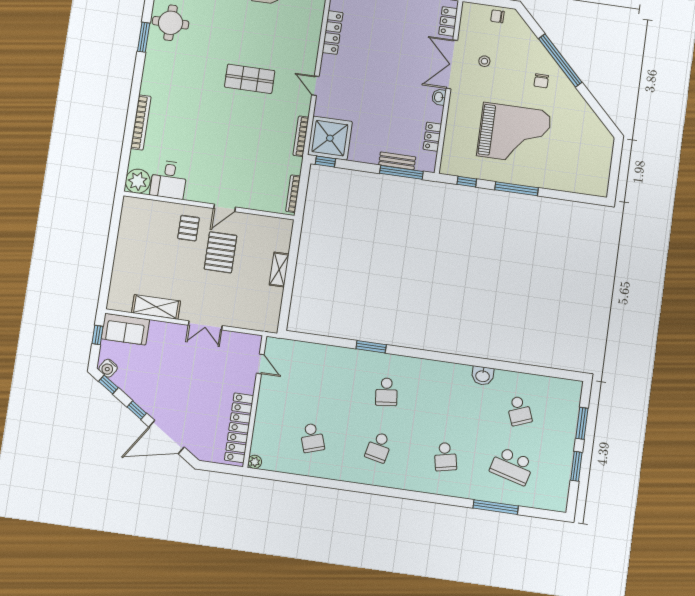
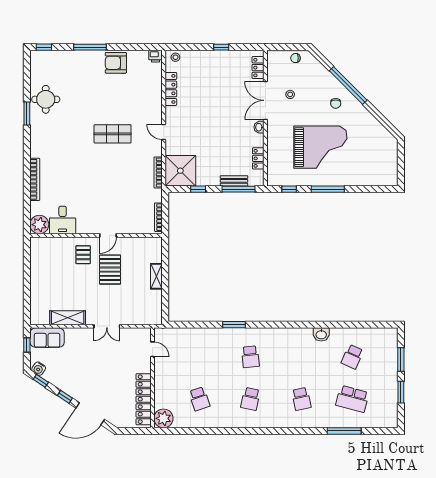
window: (325, 162) -> (198, 189), moved
school desk: (519, 411) -> (352, 357), turned 45
plant: (255, 462) -> (163, 418), width x1.87, depth x1.87

